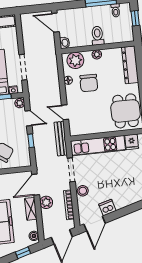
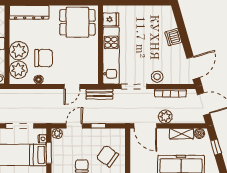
plant: (97, 54) -> (19, 51), width x1.88, depth x1.88
bench: (61, 139) -> (99, 94), width x0.73
dishwasher: (107, 208) -> (173, 37), moved
shelving: (31, 209) -> (181, 134), moved
door: (94, 224) -> (193, 68), hinge flipped

